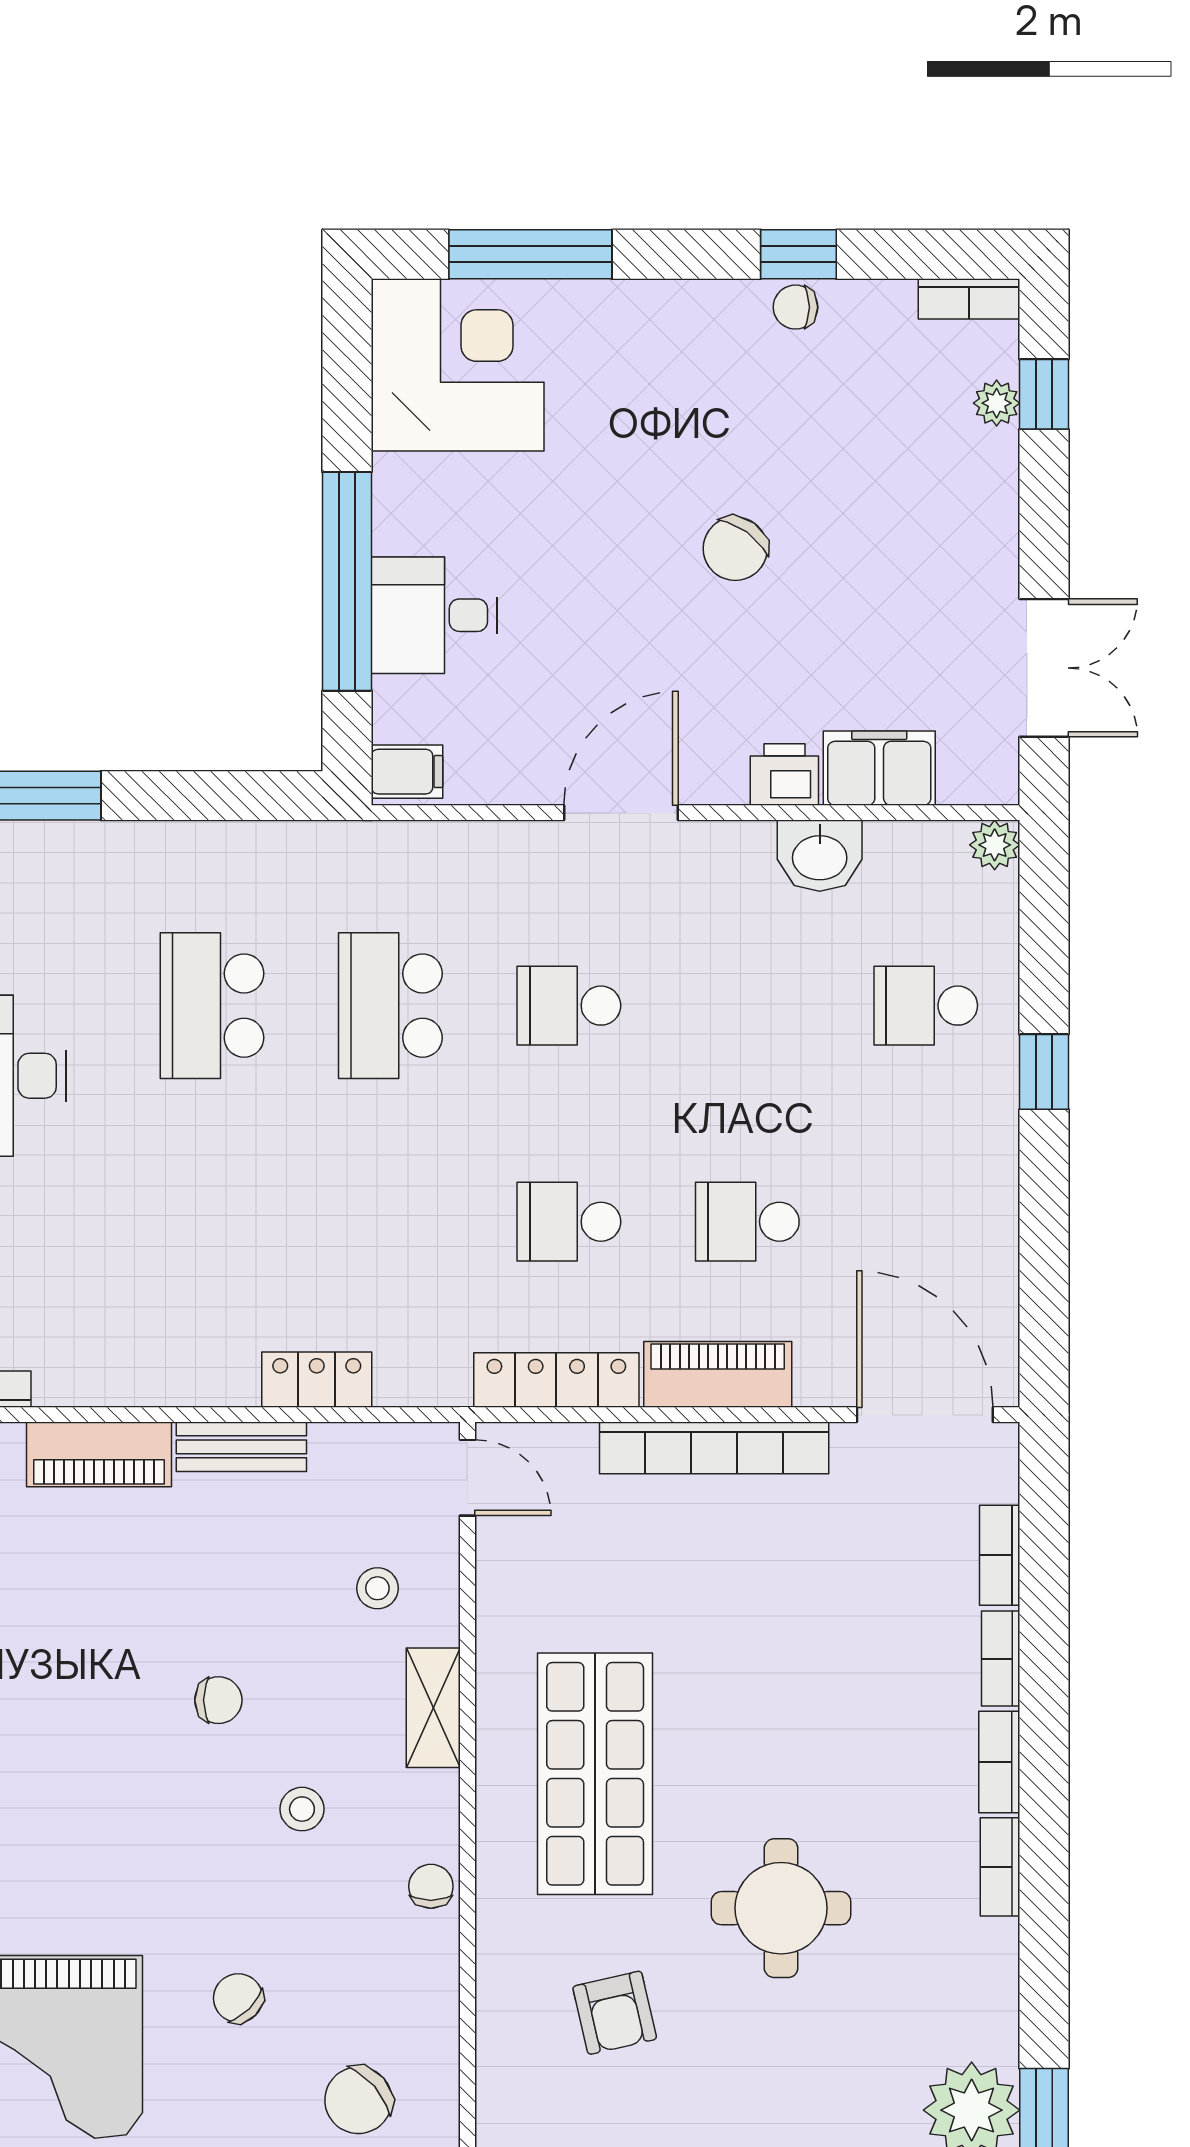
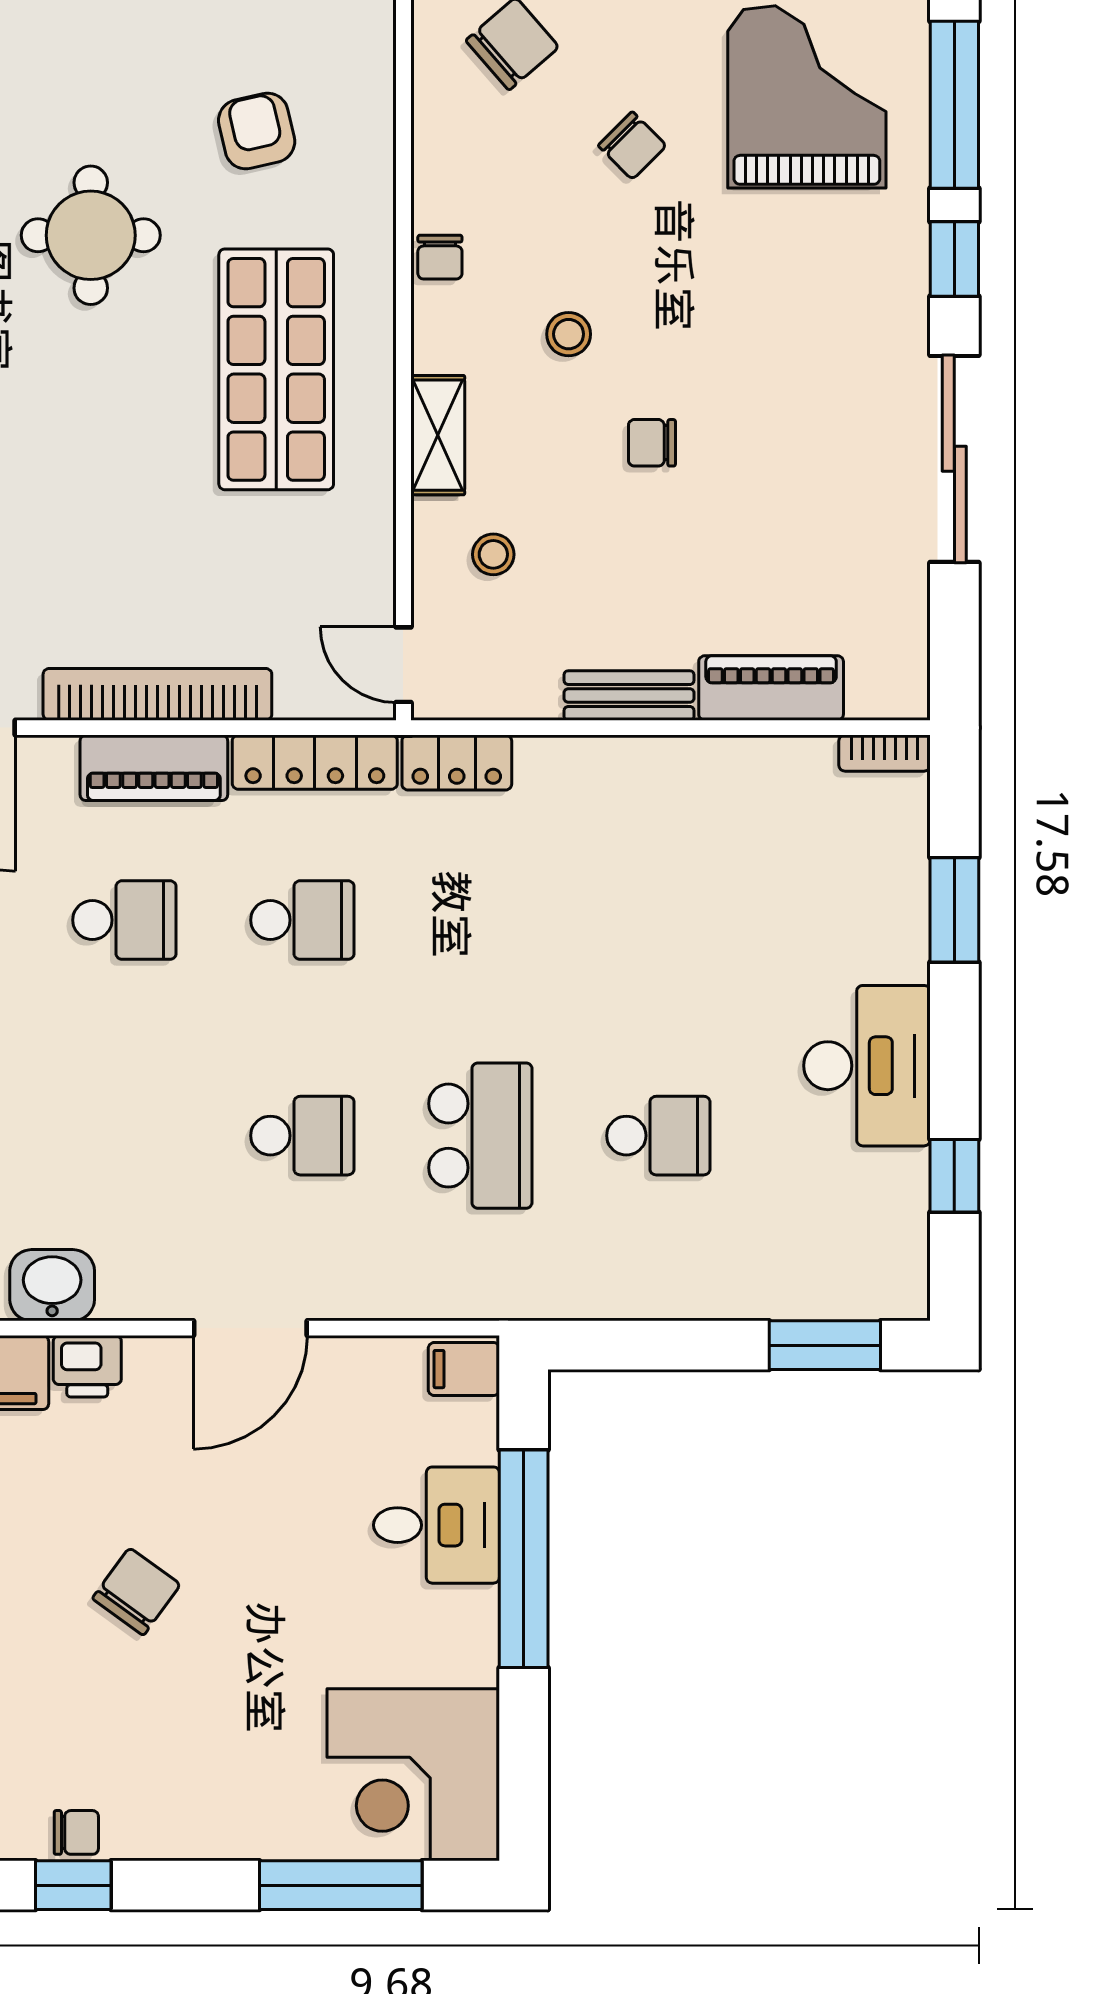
school desk: (212, 1006) -> (658, 1136), width x0.54
locker: (317, 1380) -> (457, 762), moved

